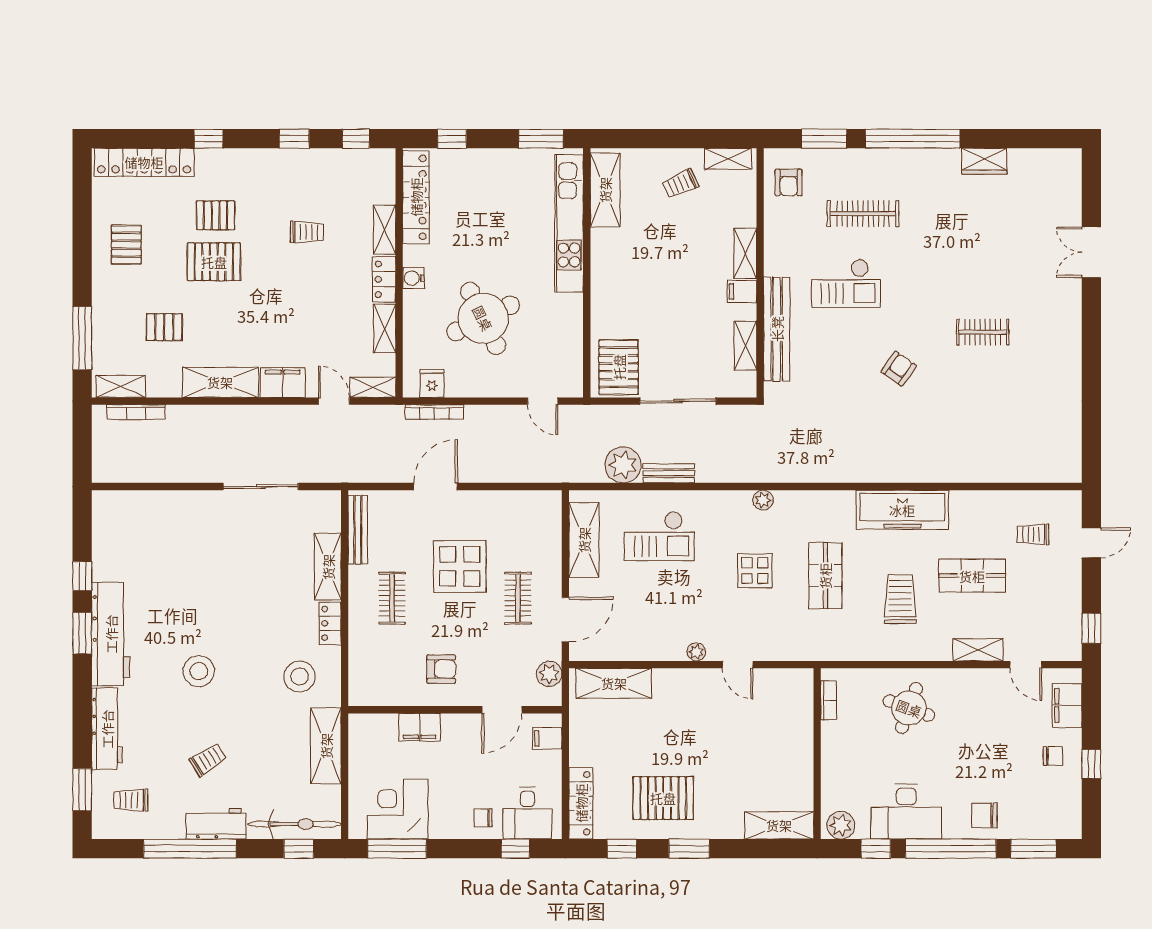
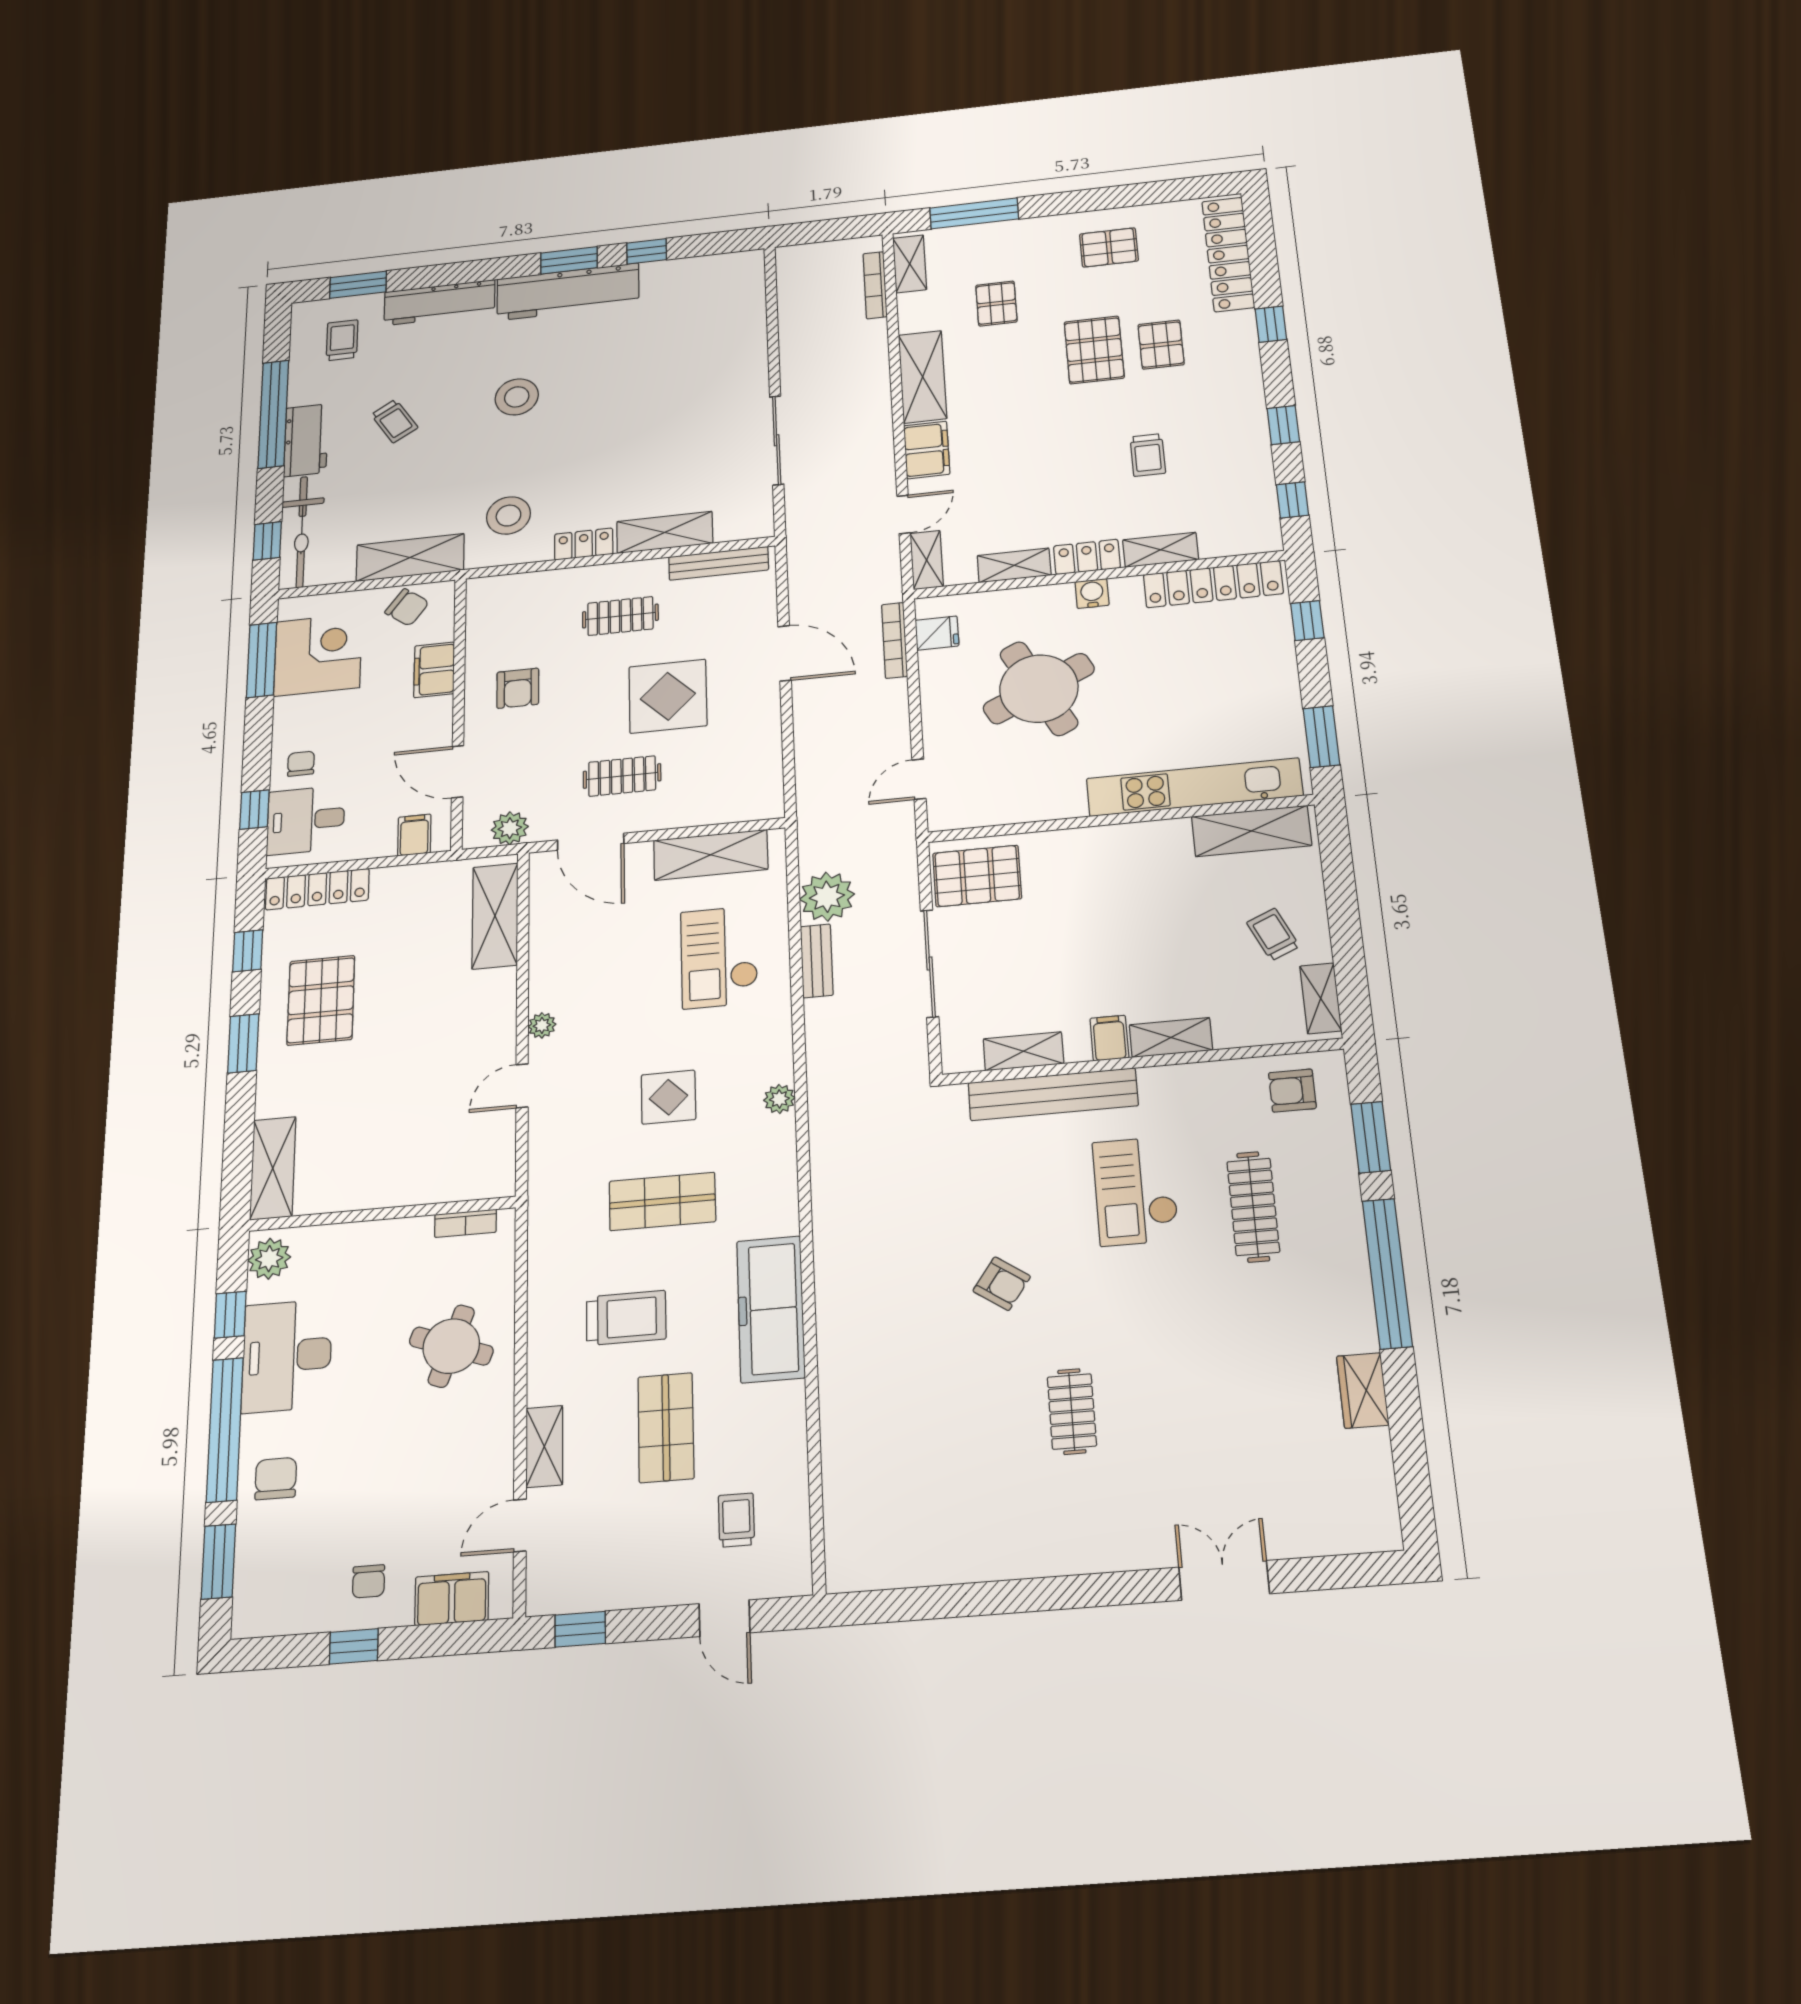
chair: (367, 747) -> (407, 607), added

